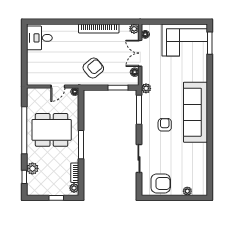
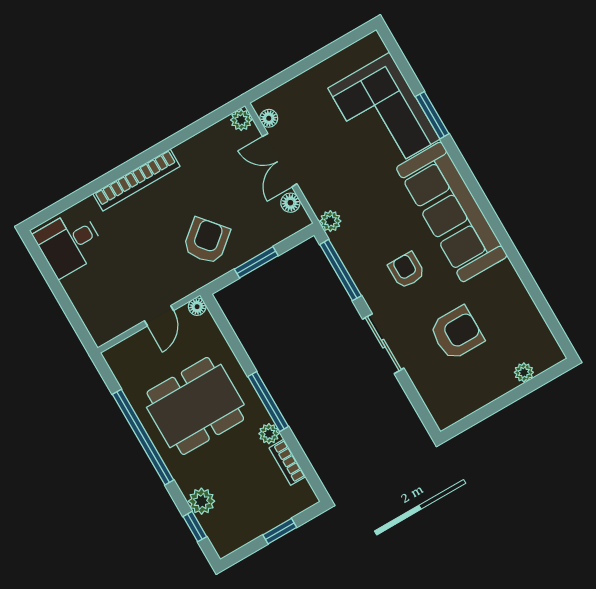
bookcase: (99, 28) -> (136, 180), moved
corner sofa: (185, 40) -> (384, 114), moved, turned 90
window: (210, 43) -> (432, 115), moved
window: (118, 88) -> (256, 262), moved
sliding door: (139, 158) -> (383, 344), moved
armchair: (161, 183) -> (457, 333), moved
plant: (74, 188) -> (269, 434), moved

